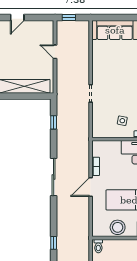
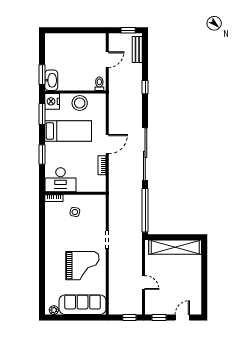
window: (40, 18) -> (159, 317), added
grand piano: (115, 68) -> (82, 266), added
window: (54, 122) -> (145, 210), width x3.17
sliding door: (54, 177) -> (145, 154), width x1.36

